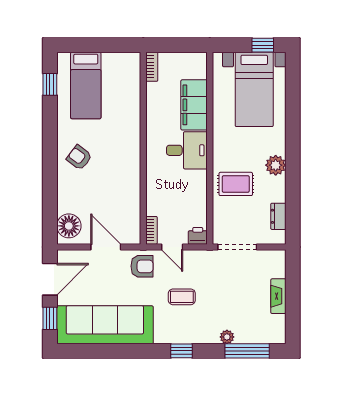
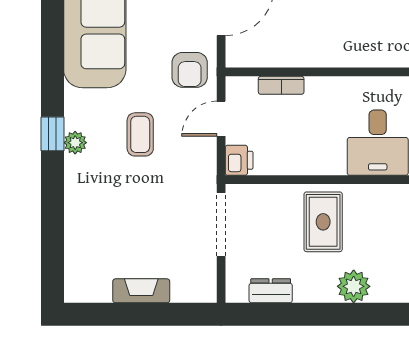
bookcase: (152, 230) -> (281, 85), moved
plant: (227, 337) -> (75, 143), moved
window: (247, 351) -> (52, 240), removed

